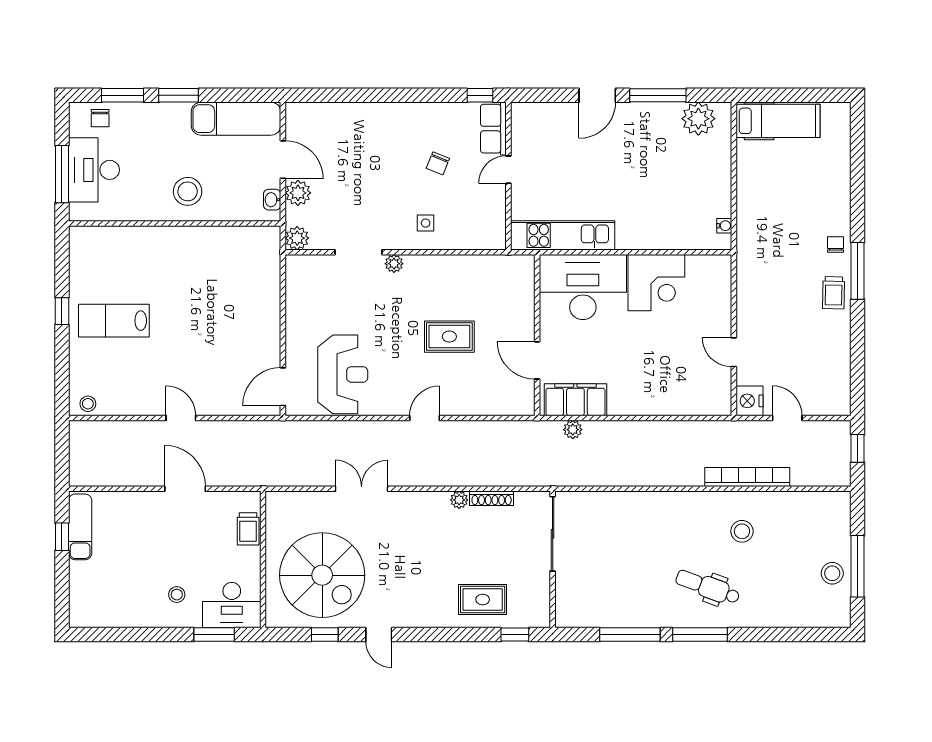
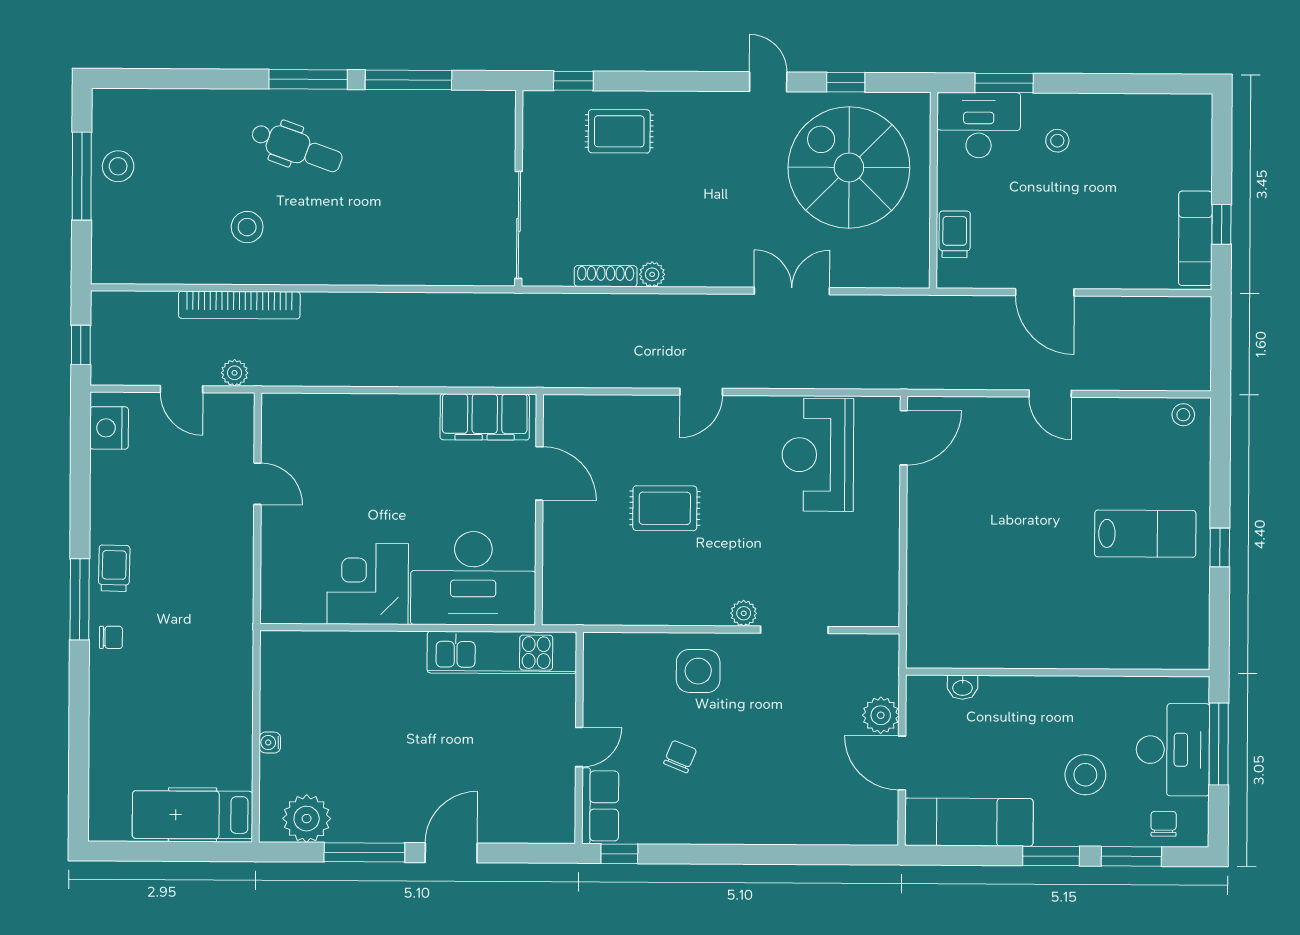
stool: (188, 191) -> (1085, 775), moved
washbasin: (272, 200) -> (963, 687), moved, turned 90
side table: (426, 223) -> (698, 671), width x1.87, depth x1.87
water cooler: (724, 226) -> (270, 743), moved
plant: (297, 238) -> (882, 650), removed
chair: (836, 244) -> (111, 637), turned -90
nightstand: (749, 401) -> (109, 428), moved, turned 180
plant: (573, 430) -> (235, 373), moved
double door: (362, 489) -> (792, 291), swing flipped

